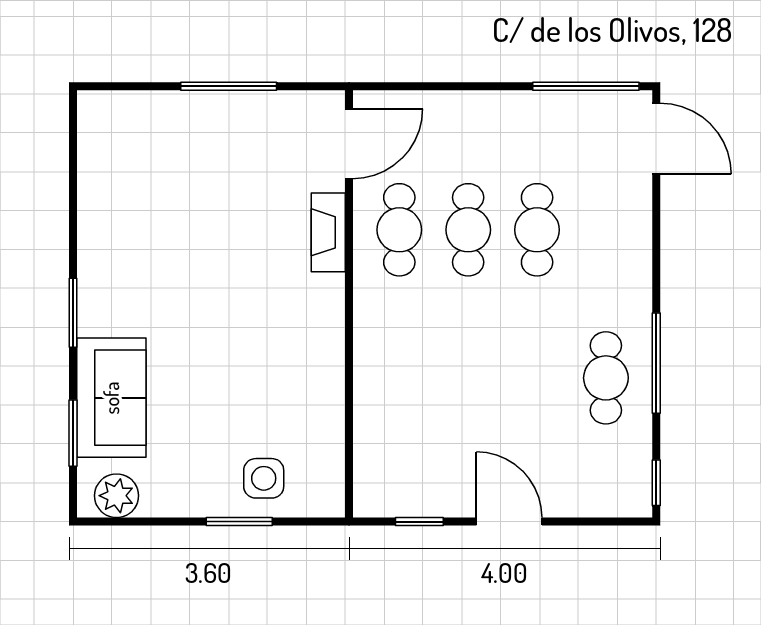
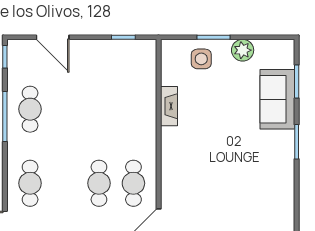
cafe table: (537, 230) -> (30, 183), moved
fireplace: (328, 232) -> (169, 106), moved
plant: (117, 496) -> (243, 50), moved
door: (509, 522) -> (53, 37), moved

